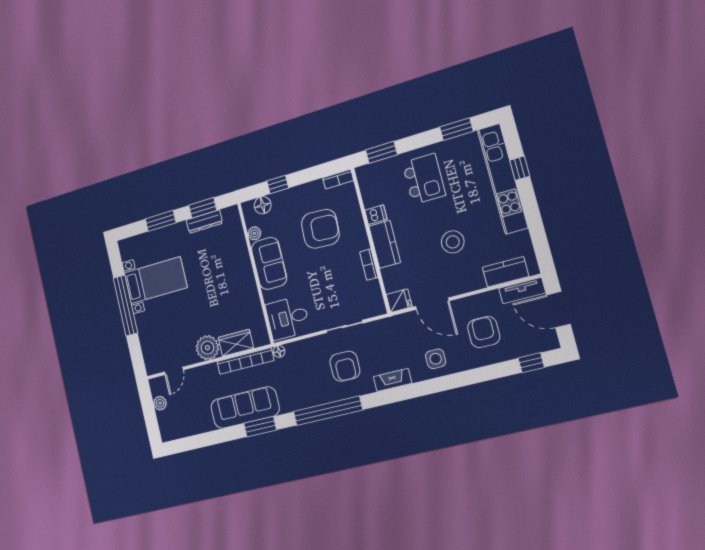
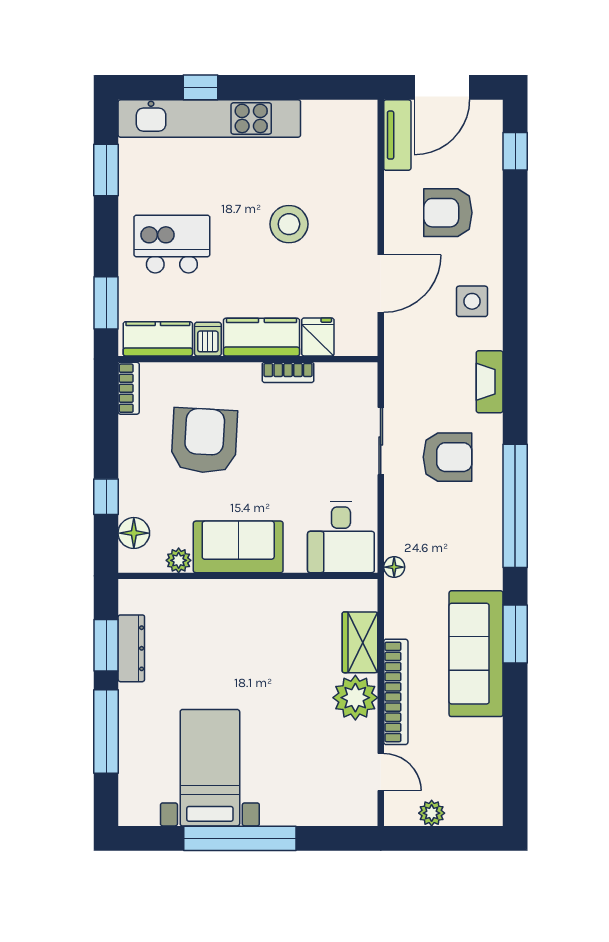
window: (161, 221) -> (106, 731), width x1.44
kitchen counter: (505, 272) -> (158, 339), moved, turned 90
fridge: (399, 301) -> (318, 337), moved
bookcase: (245, 361) -> (396, 692), moved

